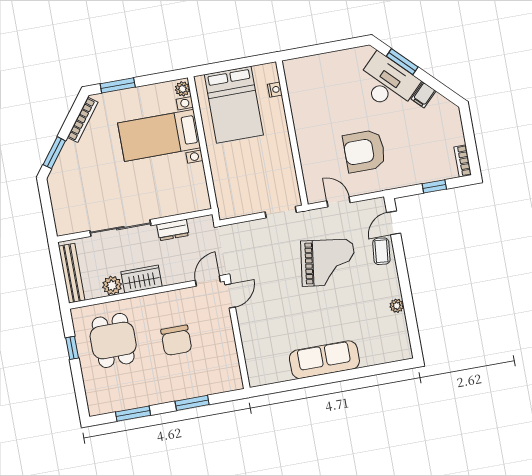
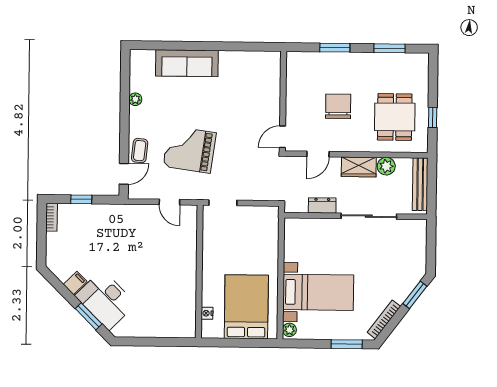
armchair: (364, 151) -> (138, 243), removed
door: (208, 281) -> (318, 154), moved
sofa: (324, 360) -> (187, 63), moved

